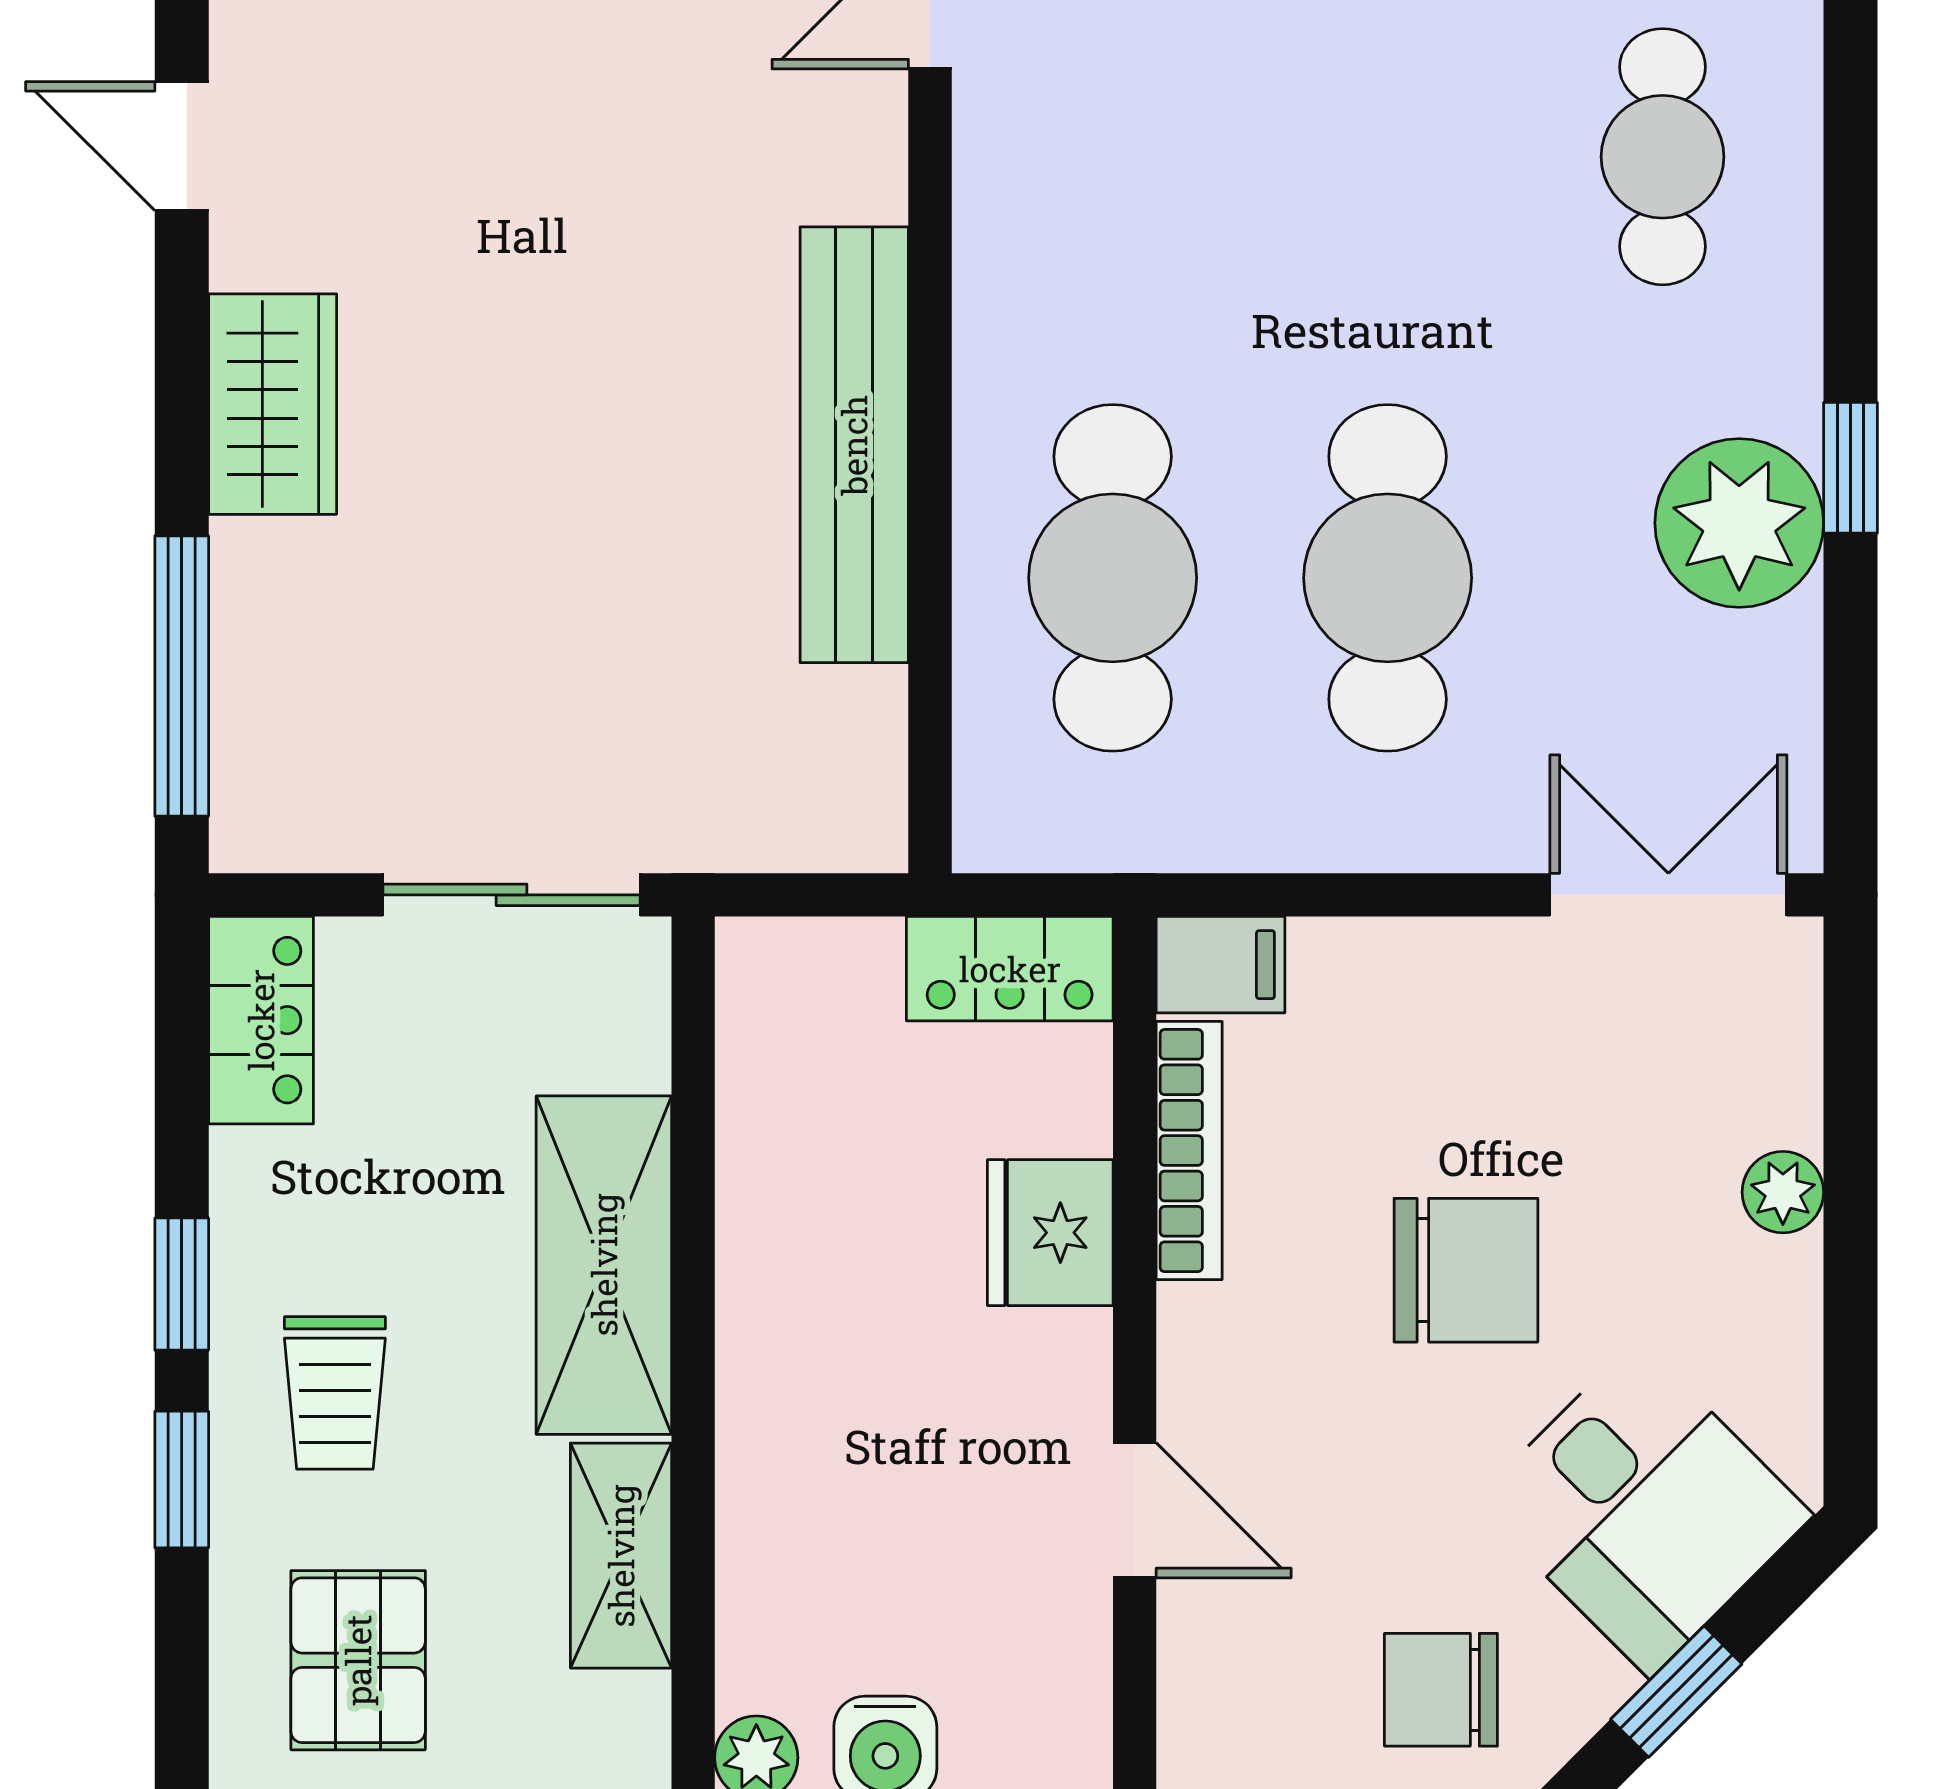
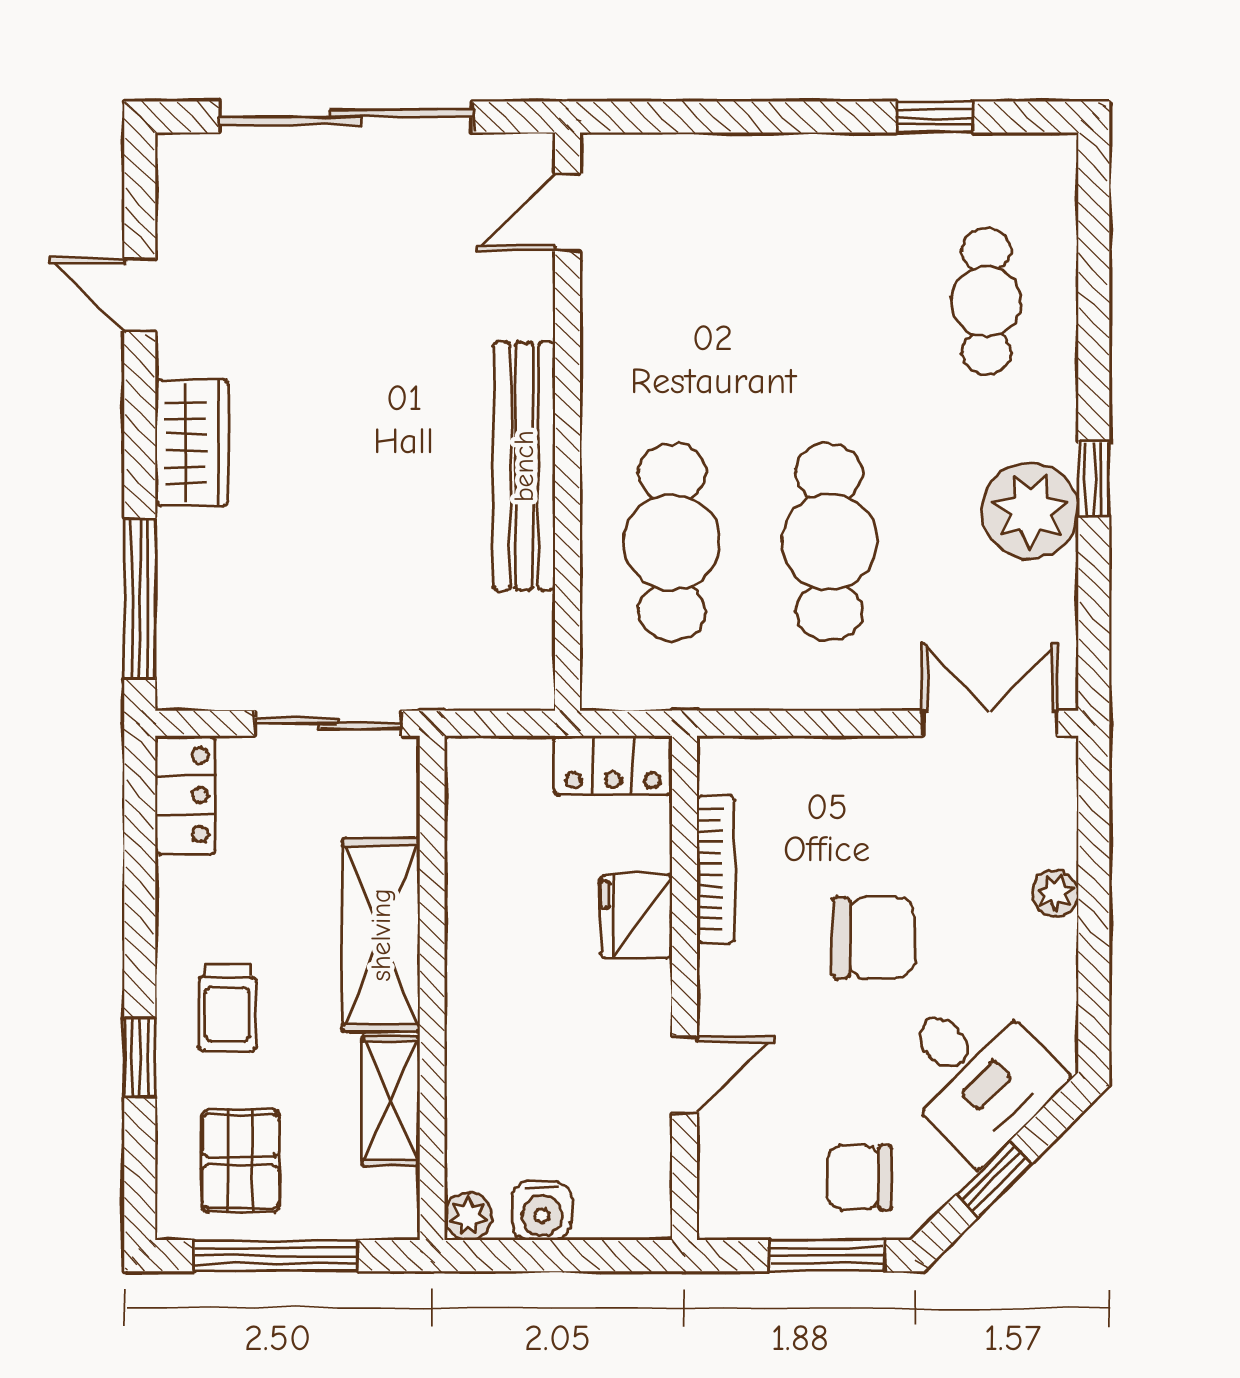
filing cabinet: (1220, 965) -> (734, 763), removed
window: (182, 1284) -> (140, 946), removed
door: (1135, 1510) -> (684, 1075), hinge flipped

